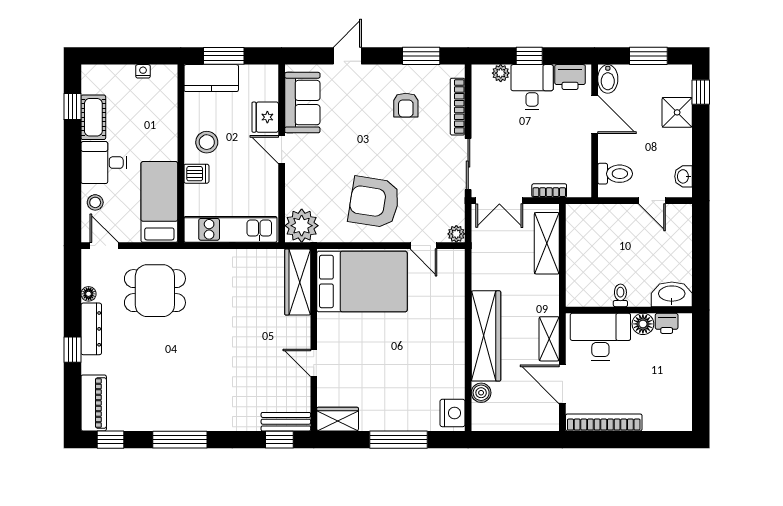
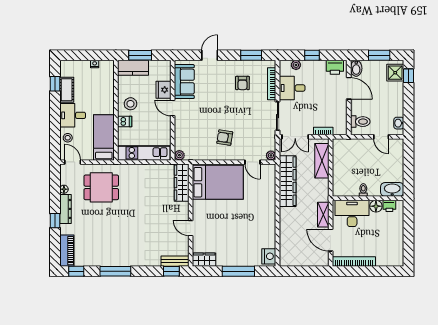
desk: (532, 87) -> (292, 88), moved, turned -90
shower: (677, 112) -> (395, 73), moved
armchair: (374, 202) -> (225, 138), width x0.53, depth x0.53
plant: (302, 226) -> (179, 155), width x0.53, depth x0.53
wardrobe: (486, 336) -> (288, 181), moved
boiler: (481, 393) -> (285, 245), removed

